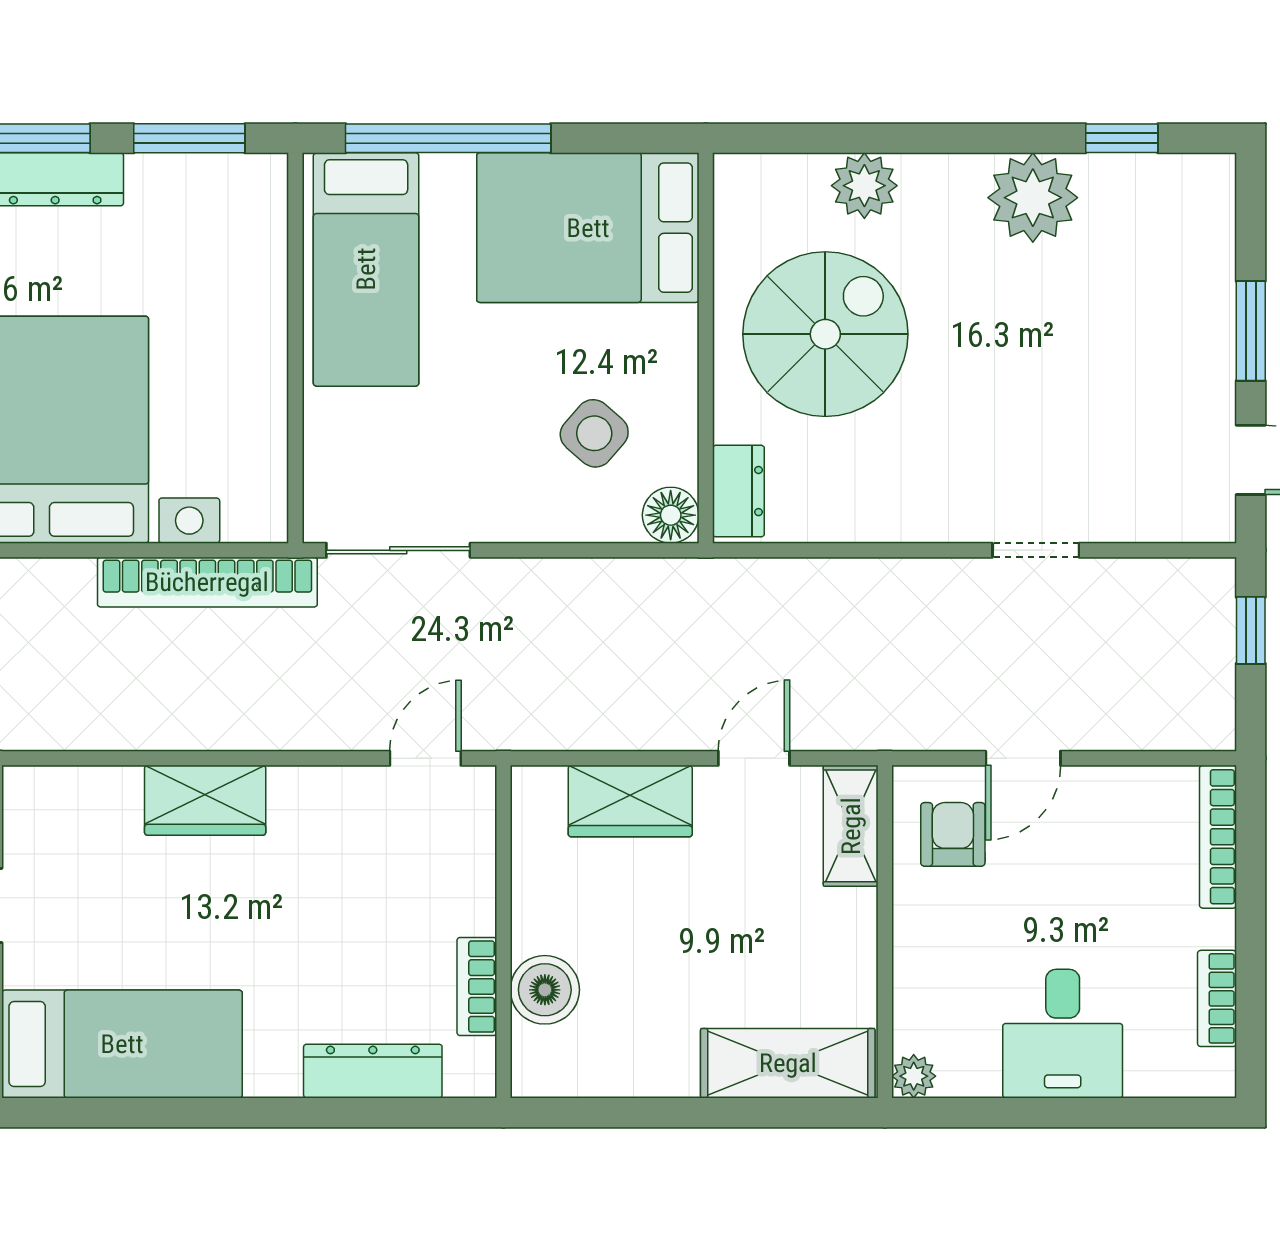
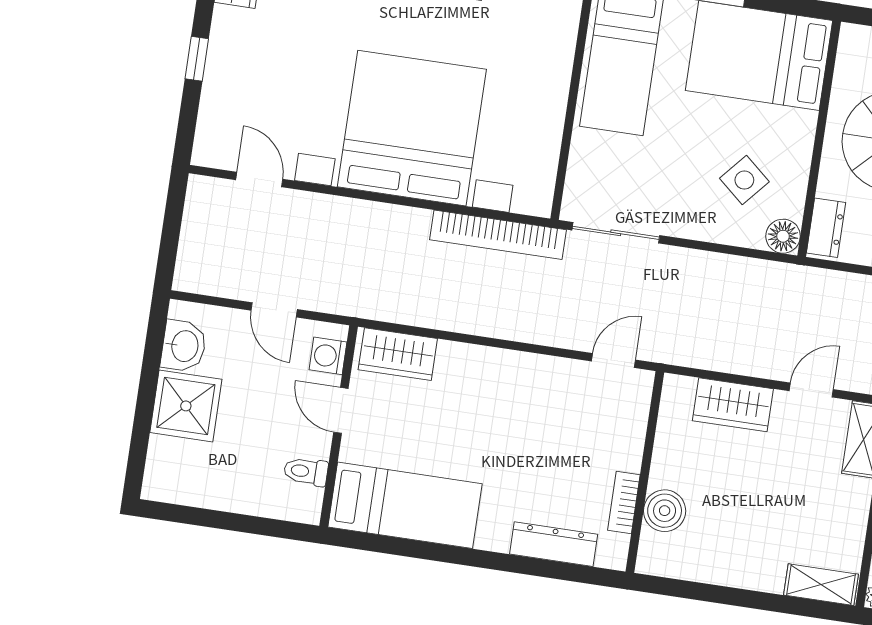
wardrobe: (205, 800) -> (398, 354), moved
shelving: (788, 1063) -> (821, 585), width x0.67, depth x0.75

